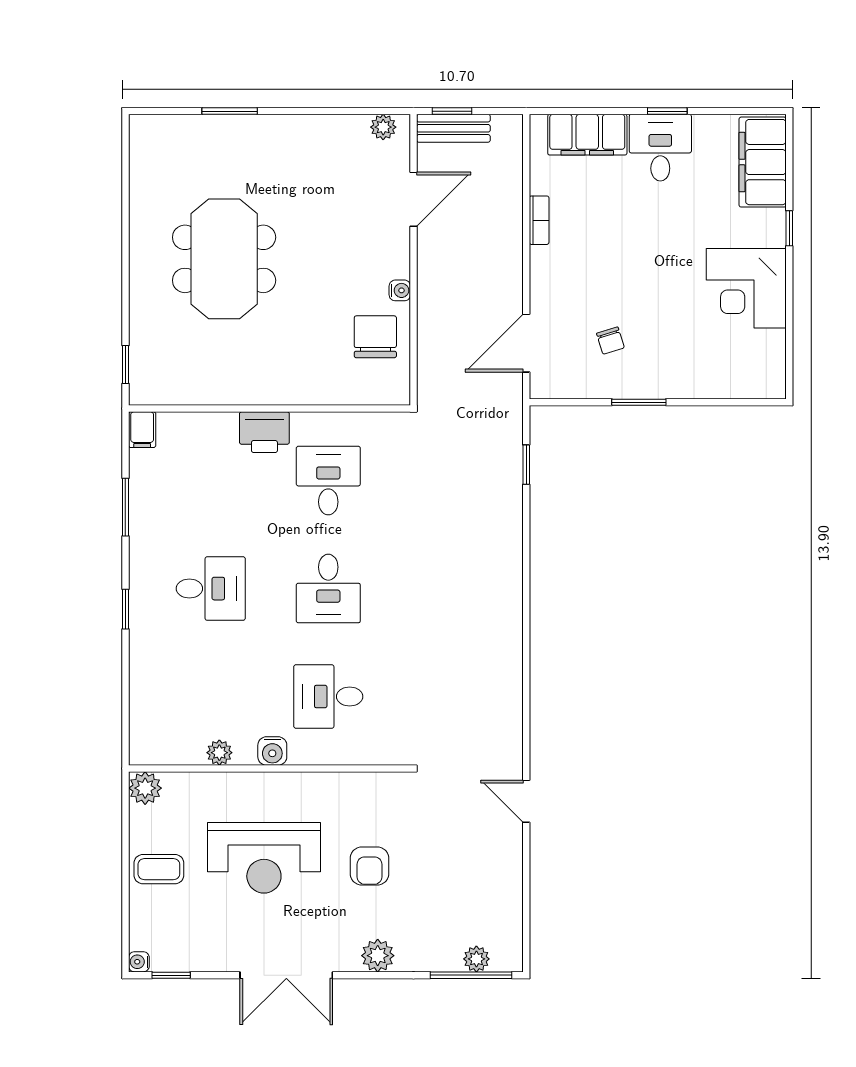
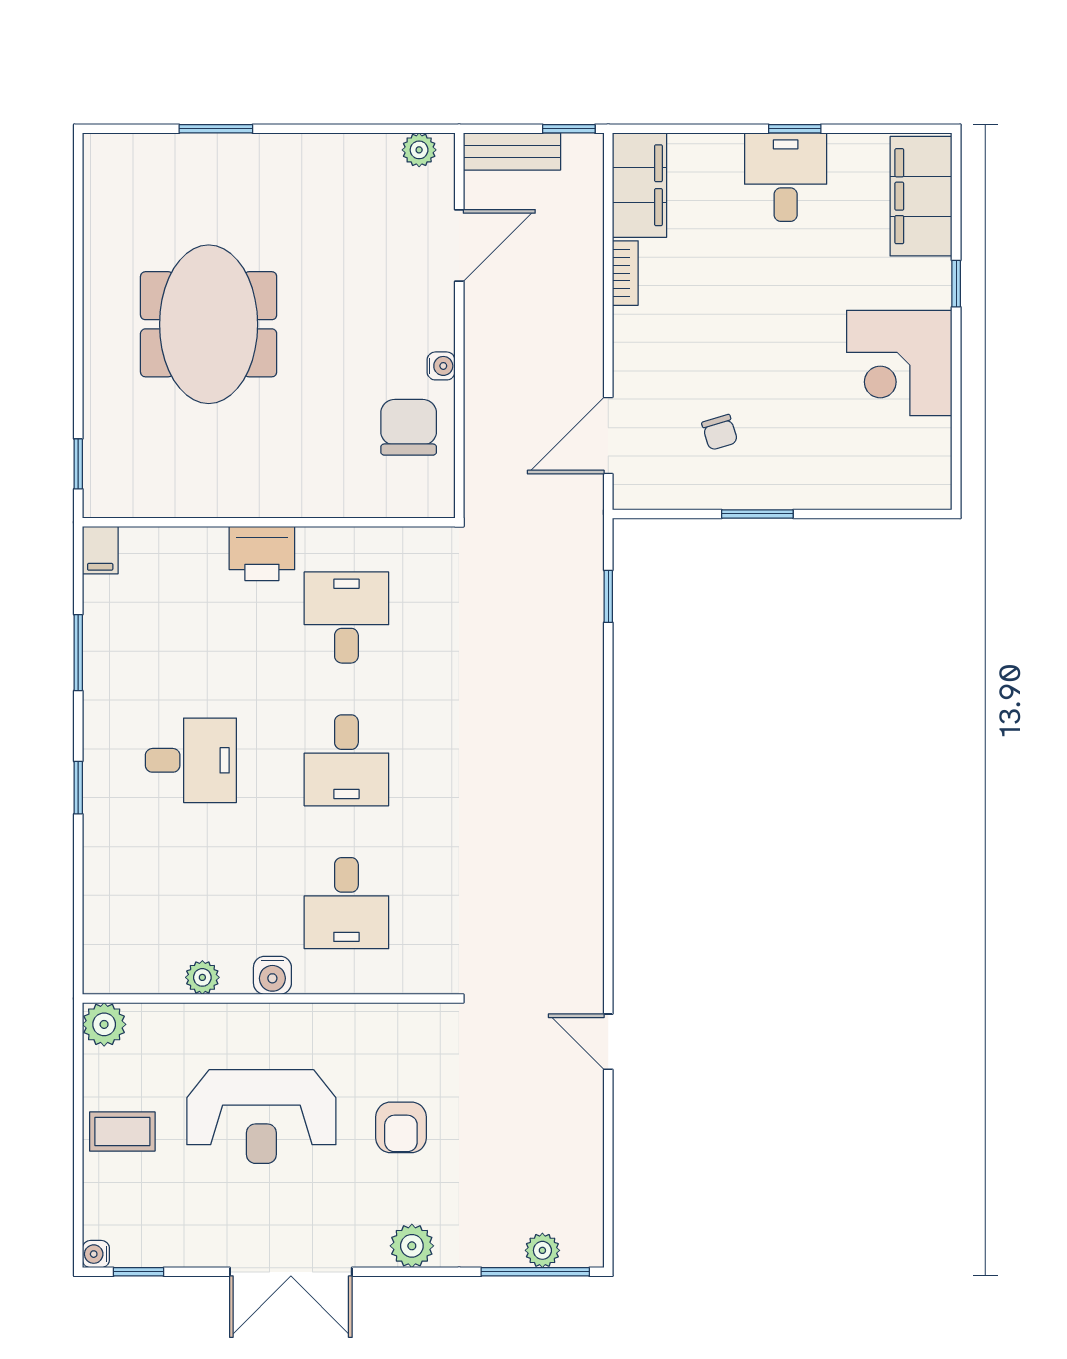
window: (452, 111) -> (569, 129), moved
filing cabinet: (587, 135) -> (639, 185), moved, turned -90
desk: (328, 697) -> (346, 903), turned -90

